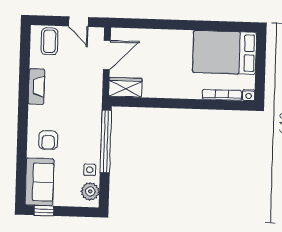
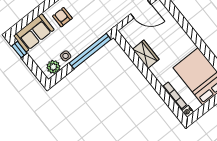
wardrobe: (125, 87) -> (146, 54), moved
armchair: (48, 140) -> (62, 17), turned 90

